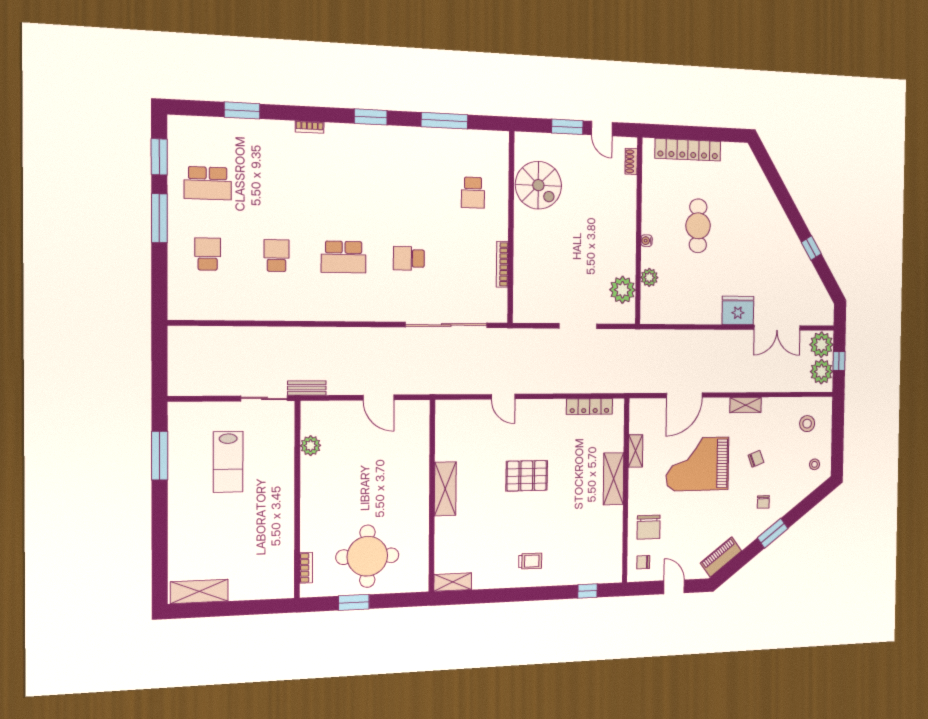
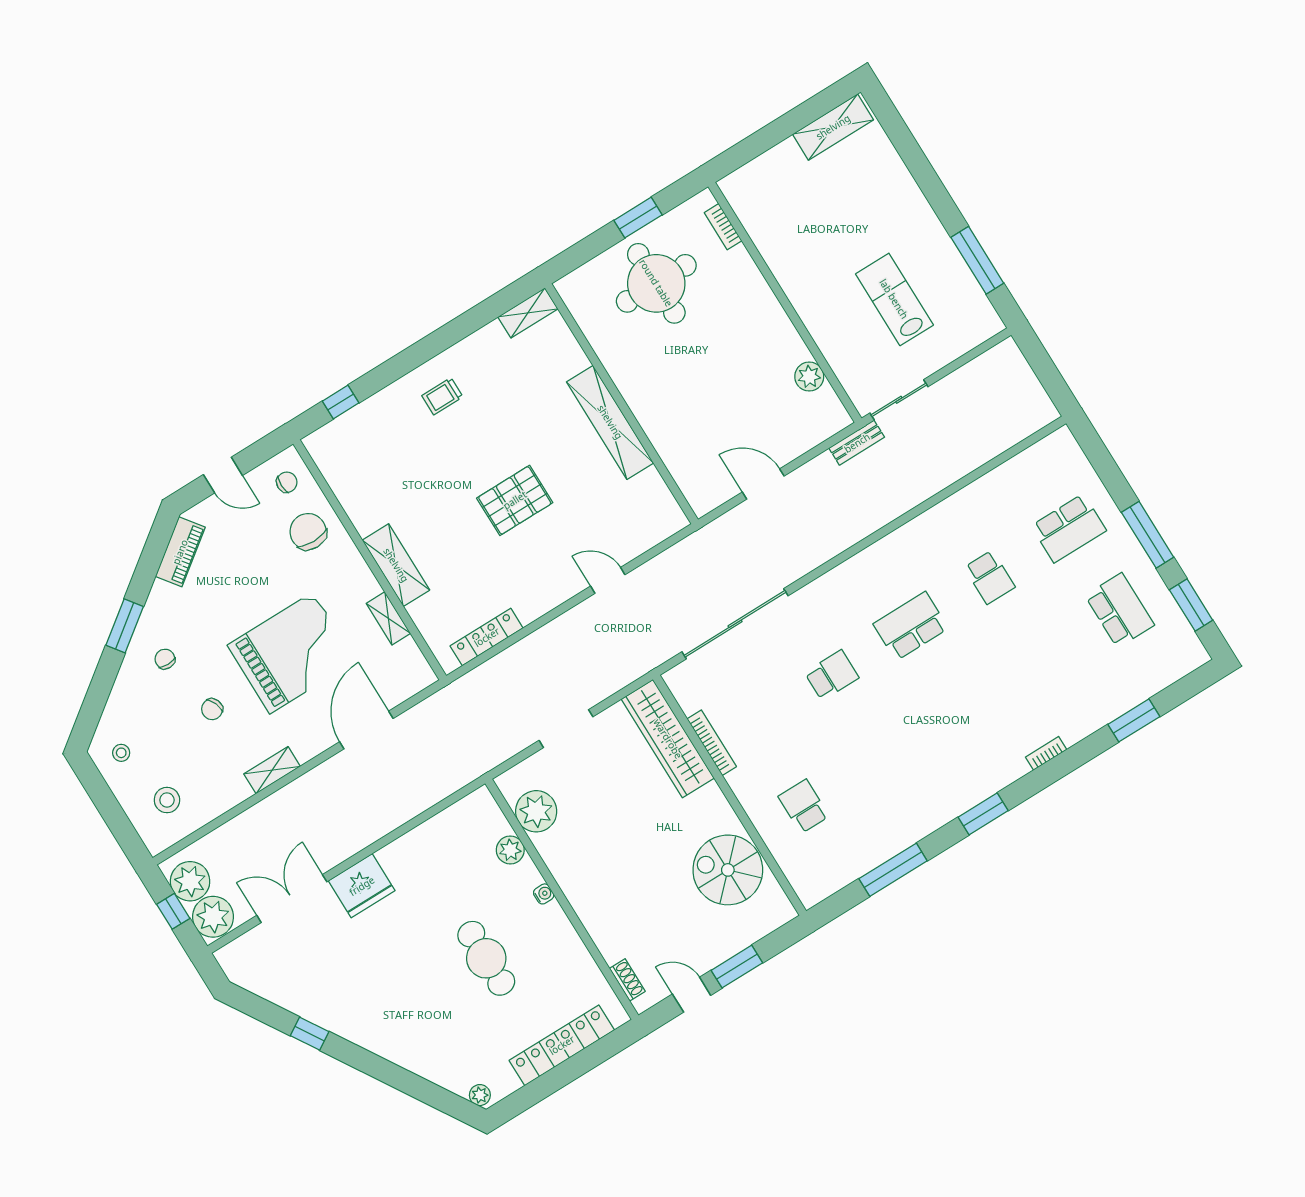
plant: (746, 153) -> (480, 1095), added
school desk: (208, 183) -> (1120, 610), turned 90
school desk: (208, 254) -> (1069, 528), width x1.85
wardrobe: (526, 283) -> (668, 739), added
shelving: (445, 489) -> (610, 422), width x1.47

